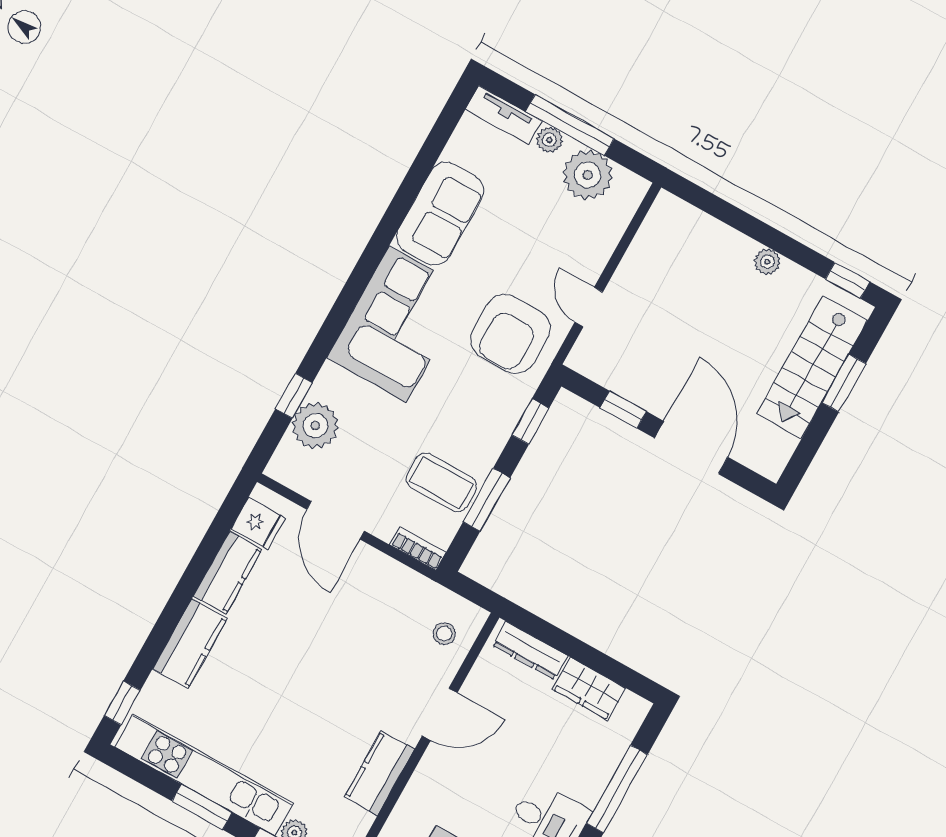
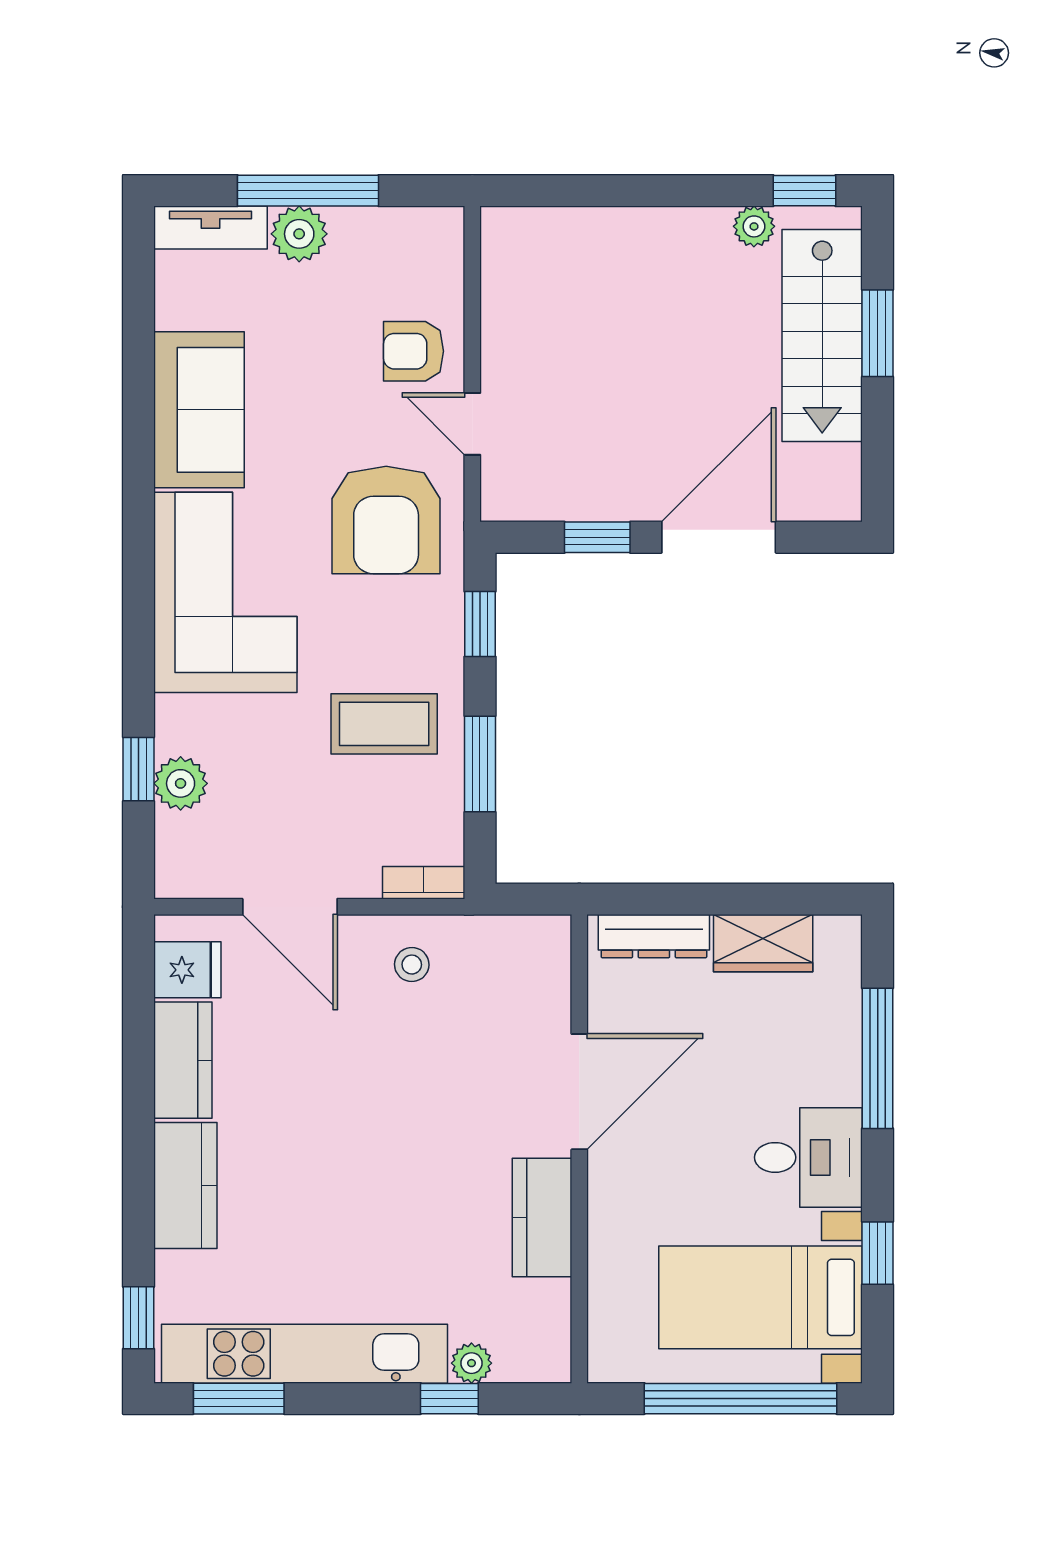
plant: (549, 140) -> (299, 234), width x1.38, depth x1.38
plant: (588, 175) -> (370, 245), removed
armchair: (579, 248) -> (414, 351), added
plant: (767, 262) -> (754, 226), moved
plant: (315, 425) -> (181, 783), width x0.73, depth x0.73
door: (691, 448) -> (719, 537), hinge flipped
coffee table: (441, 482) -> (384, 724), moved
stool: (444, 634) -> (412, 965), moved
door: (440, 714) -> (579, 1092), width x1.36
window: (202, 807) -> (239, 1399), moved

